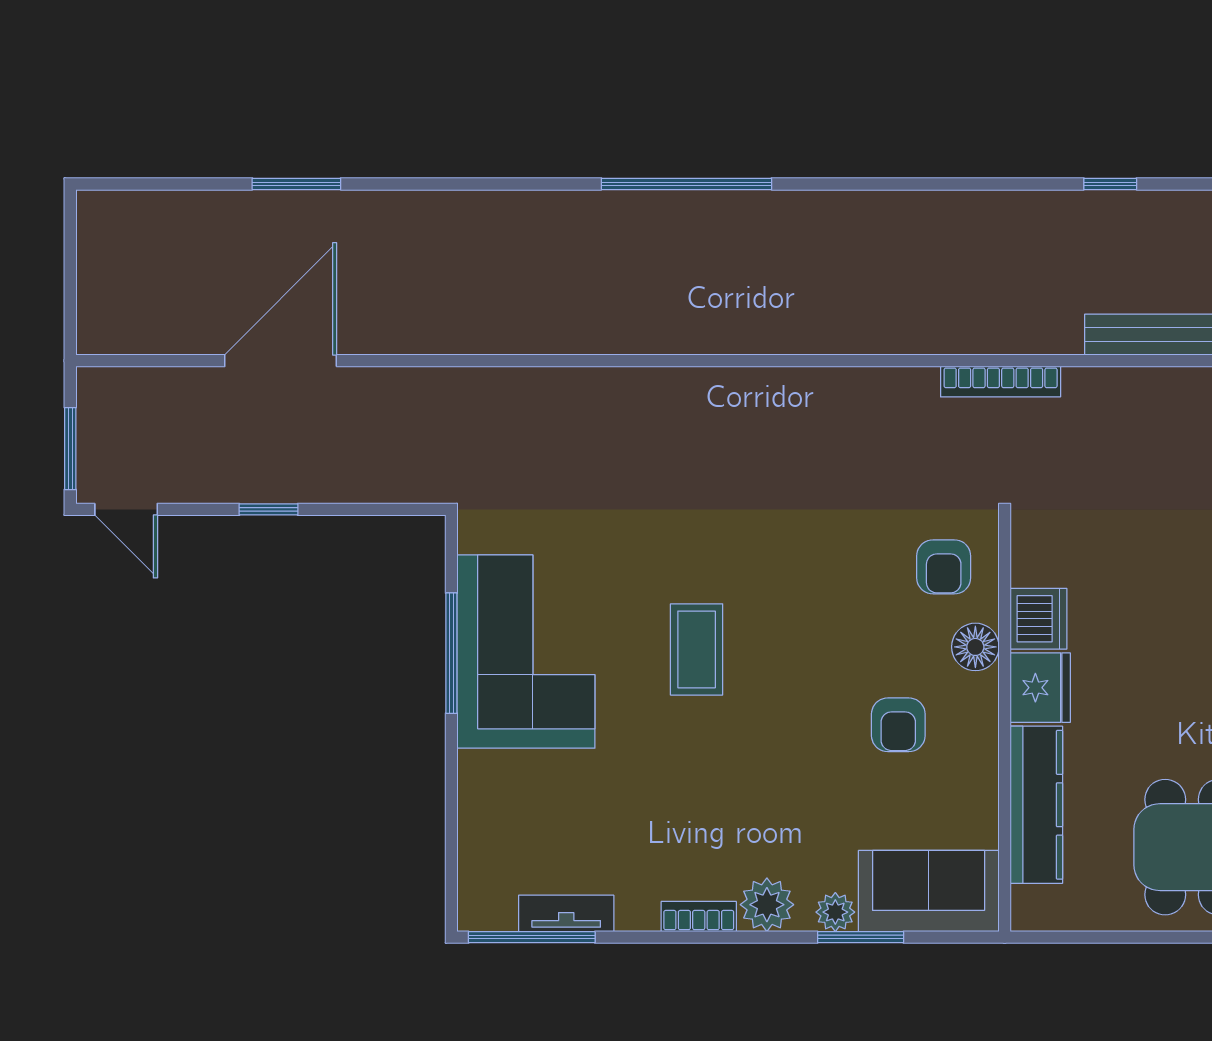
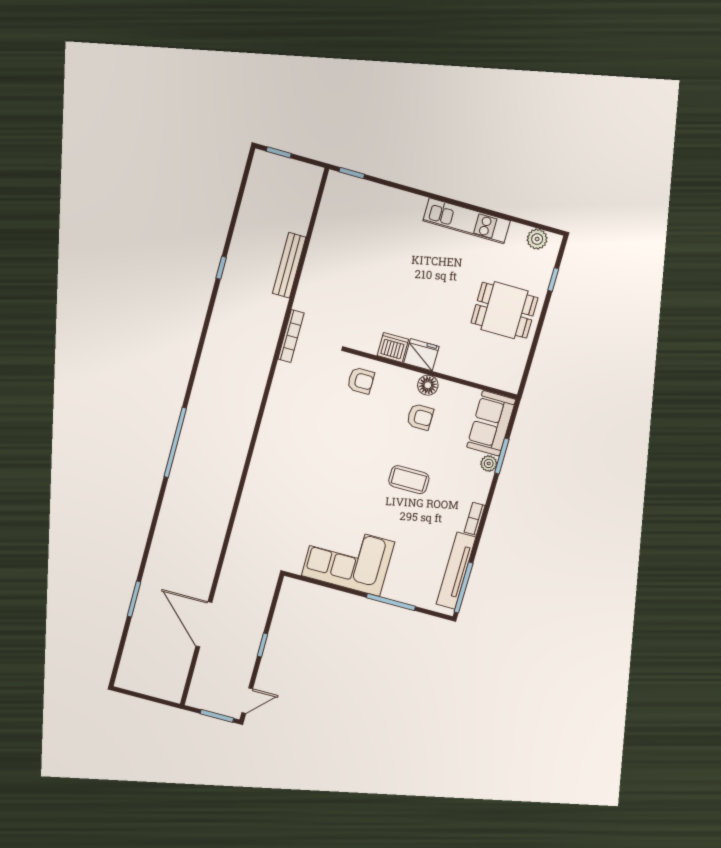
floor lamp: (975, 647) -> (428, 385), moved
coffee table: (697, 649) -> (409, 480), moved
window: (451, 653) -> (391, 602), moved
kitchen counter: (1036, 805) -> (469, 370), removed
plant: (767, 905) -> (478, 490), removed
tv unit: (566, 913) -> (456, 571), width x1.92, depth x1.29

